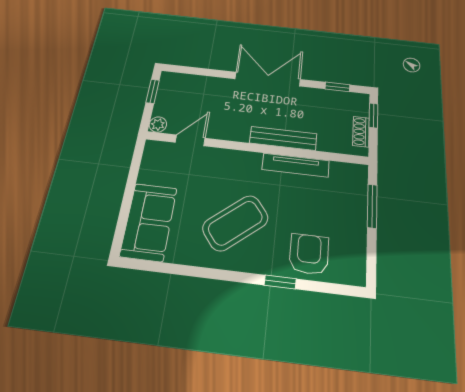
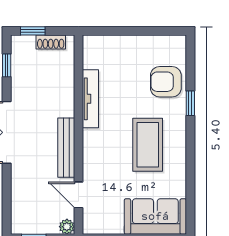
bench: (283, 138) -> (66, 148), moved
window: (372, 206) -> (119, 31), removed
coffee table: (235, 223) -> (148, 145), turned 39

